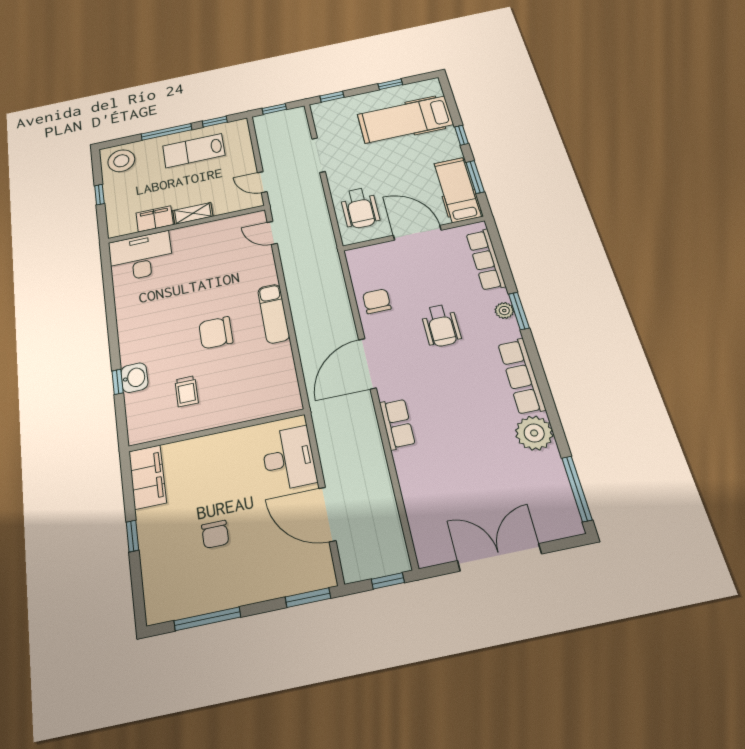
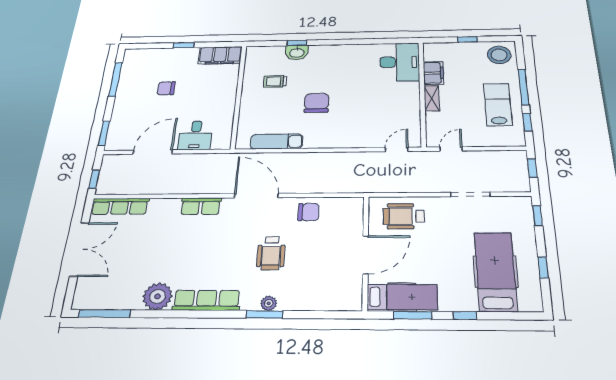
row of seats: (486, 260) -> (120, 206), moved, turned 180
exam couch: (274, 314) -> (277, 141), moved
wheelchair: (441, 326) -> (271, 253), turned -90
desk: (289, 458) -> (195, 135), width x0.73

